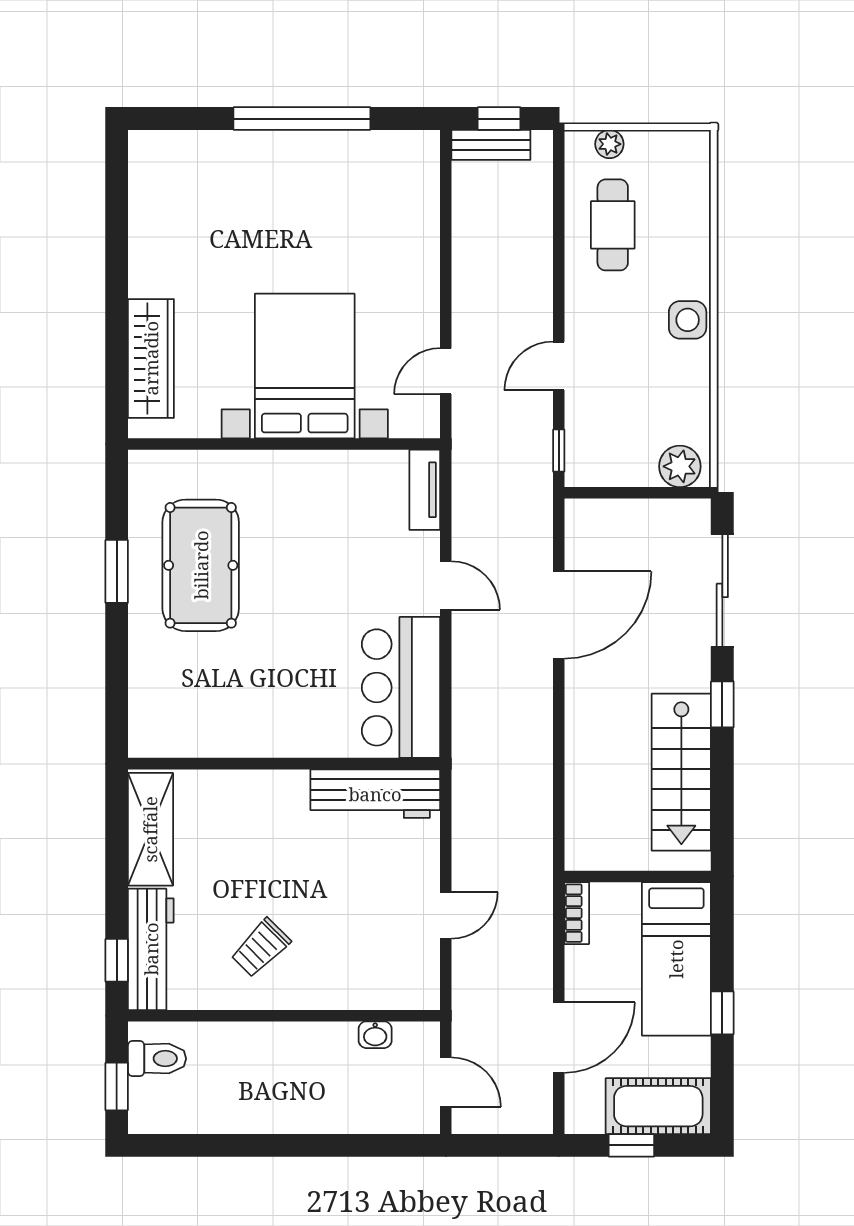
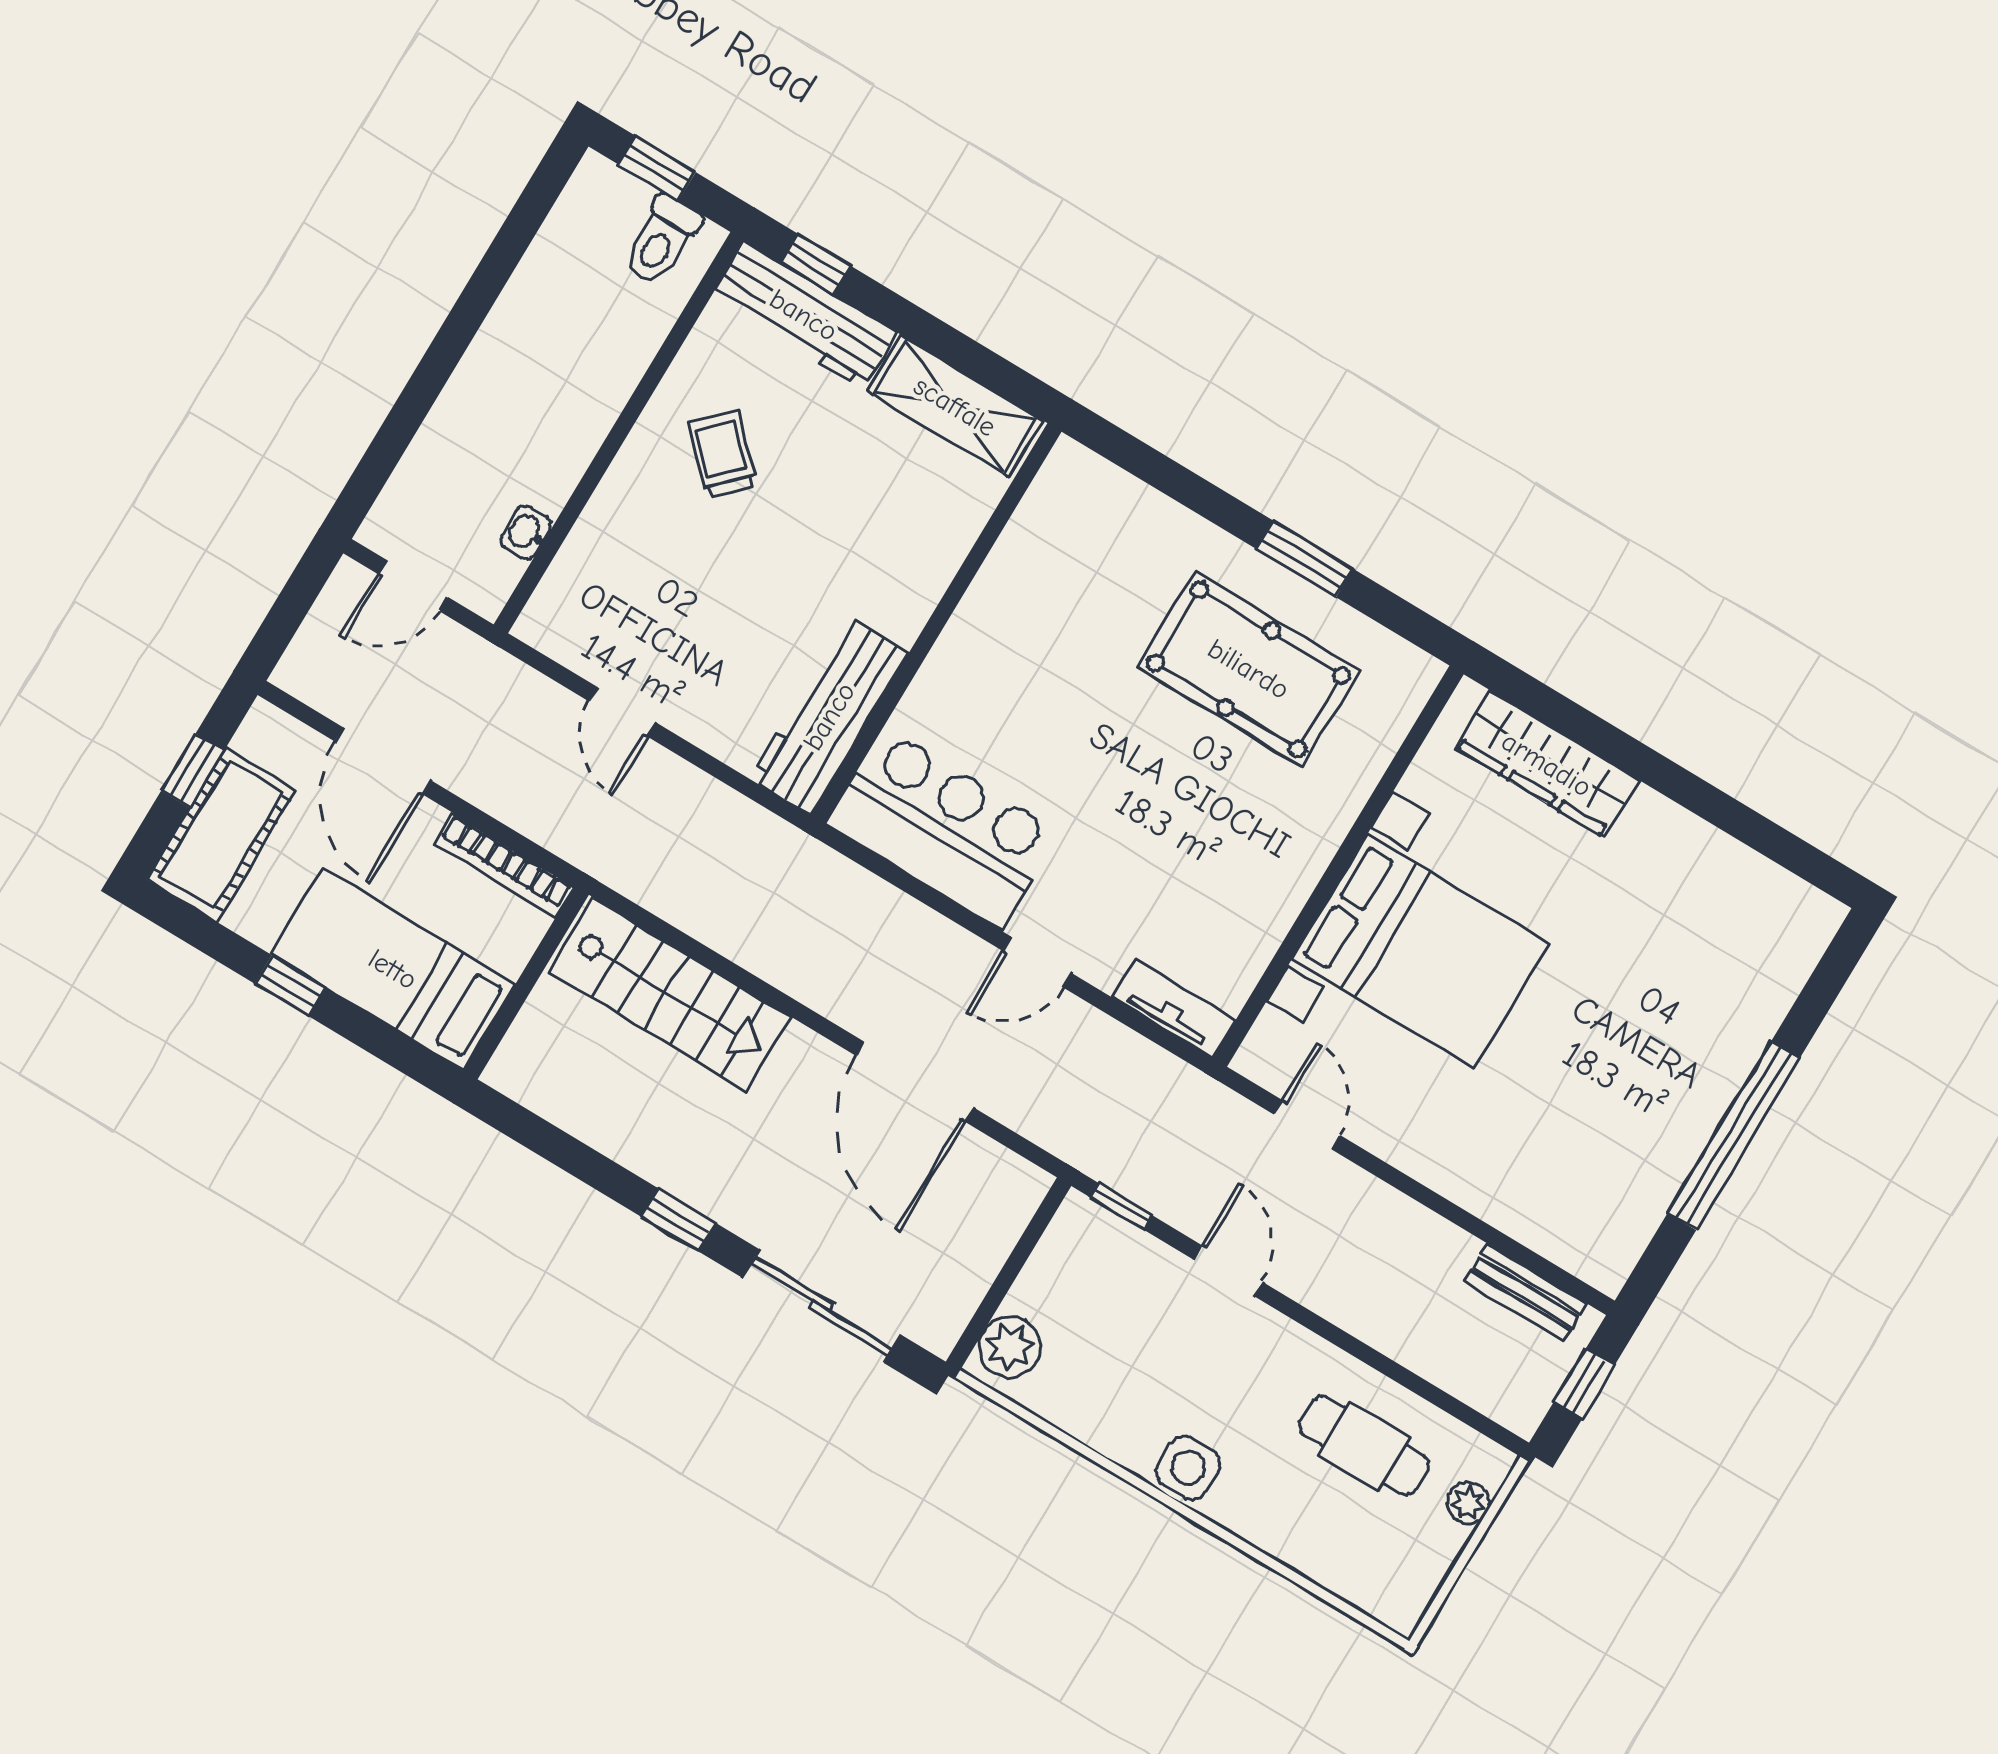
bench: (491, 145) -> (1525, 1292), moved, turned 90
stairs: (681, 772) -> (670, 995), moved, turned 180
bookcase: (577, 913) -> (504, 865), width x1.56

